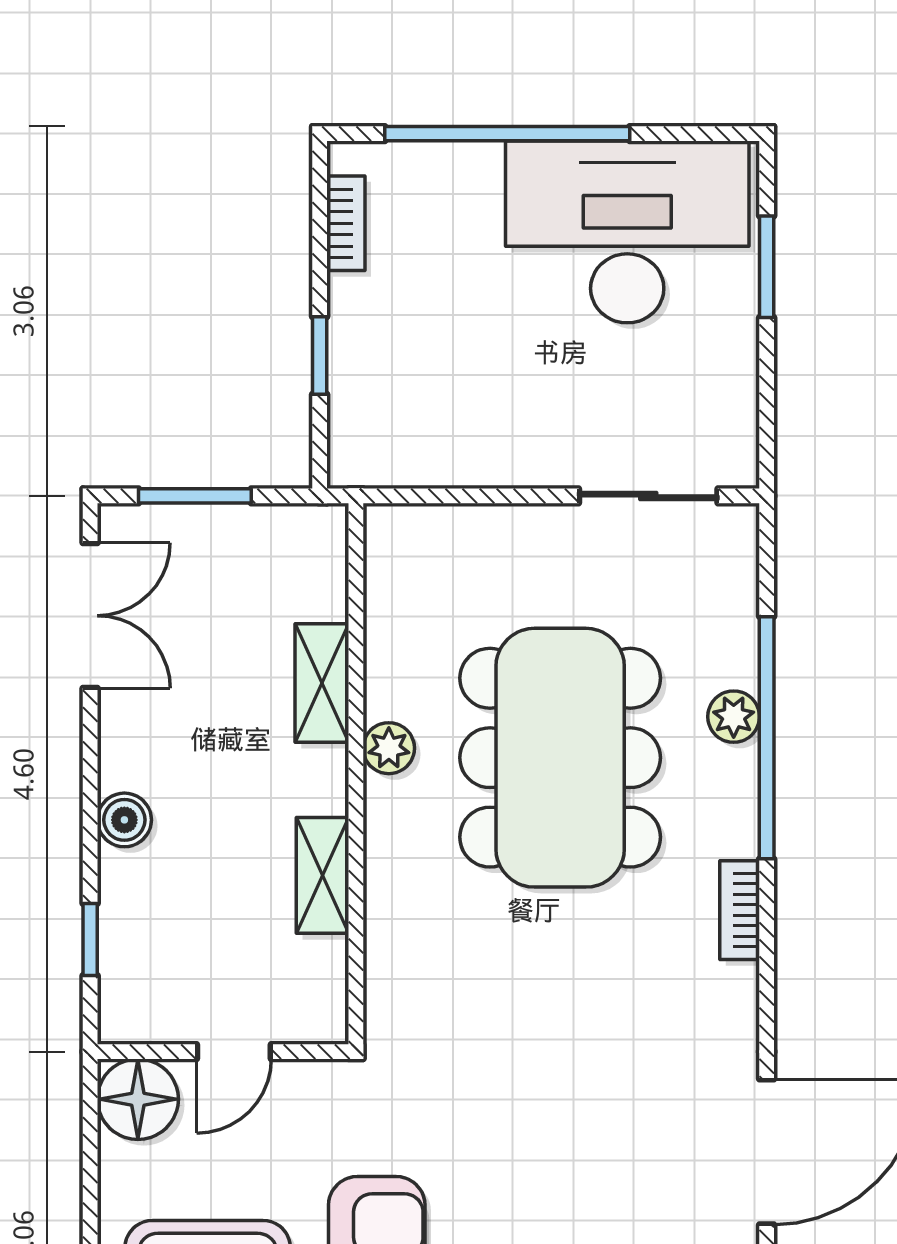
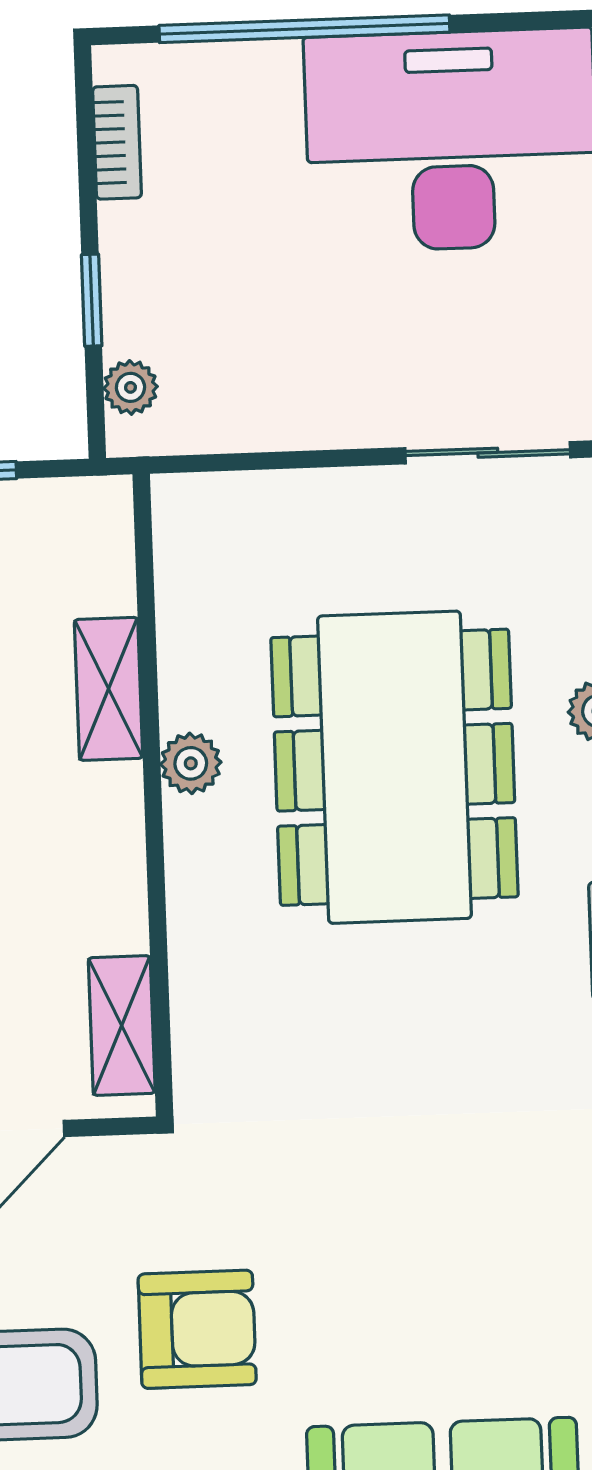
plant: (350, 430) -> (130, 387), added
shelving: (323, 875) -> (122, 1026), moved

